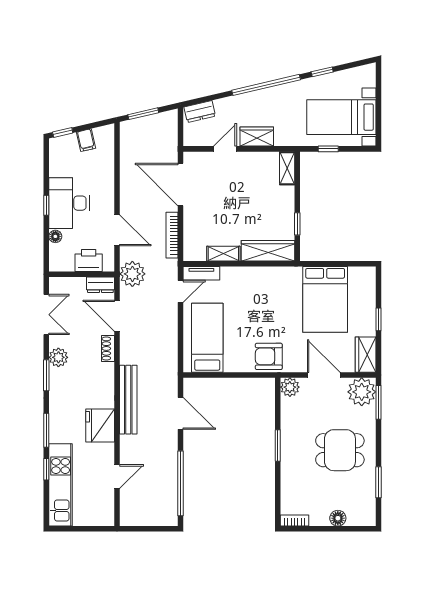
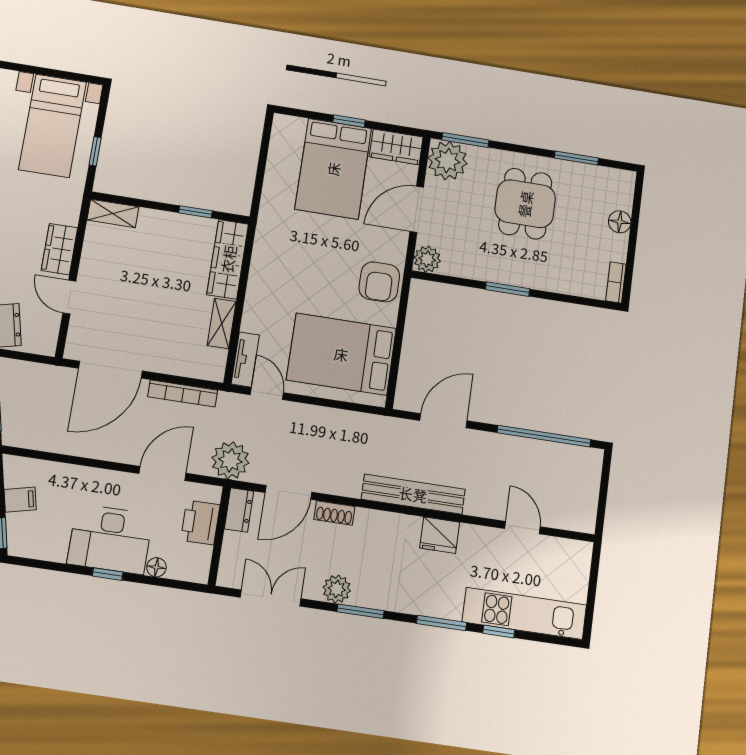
bed: (325, 299) -> (333, 169), moved, turned 90
bed: (207, 338) -> (341, 354), width x1.50
fridge: (100, 426) -> (440, 535), width x0.73, depth x0.75

